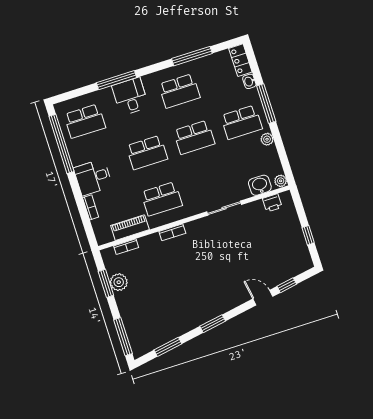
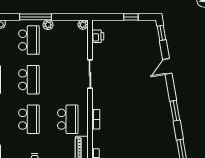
window: (266, 104) -> (36, 17), moved
washbasin: (260, 185) -> (81, 41), removed
window: (287, 285) -> (161, 33), moved

